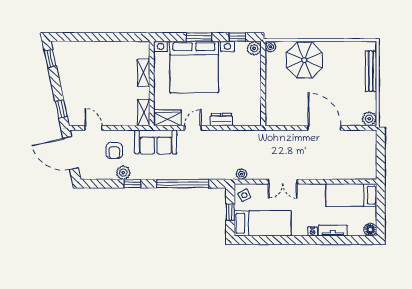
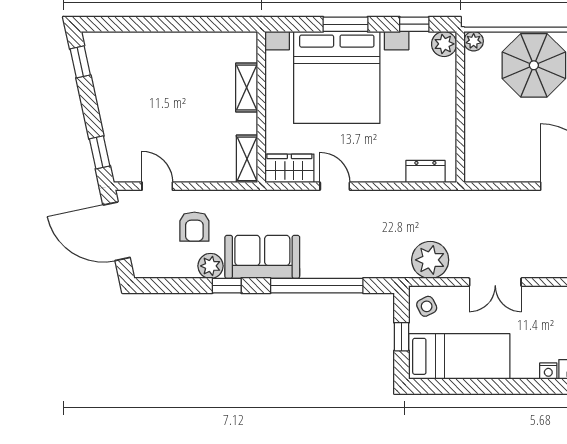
dresser: (221, 120) -> (425, 171), moved
door: (193, 128) -> (335, 186), hinge flipped
sofa: (156, 142) -> (262, 257), moved, turned 180
plant: (241, 174) -> (430, 260), width x1.87, depth x1.87

